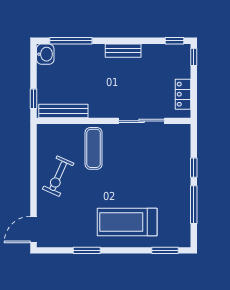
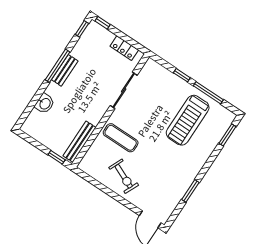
window: (71, 41) -> (57, 66), moved
washbasin: (45, 54) -> (45, 104), moved, turned 90
treadmill: (127, 222) -> (188, 120), moved

